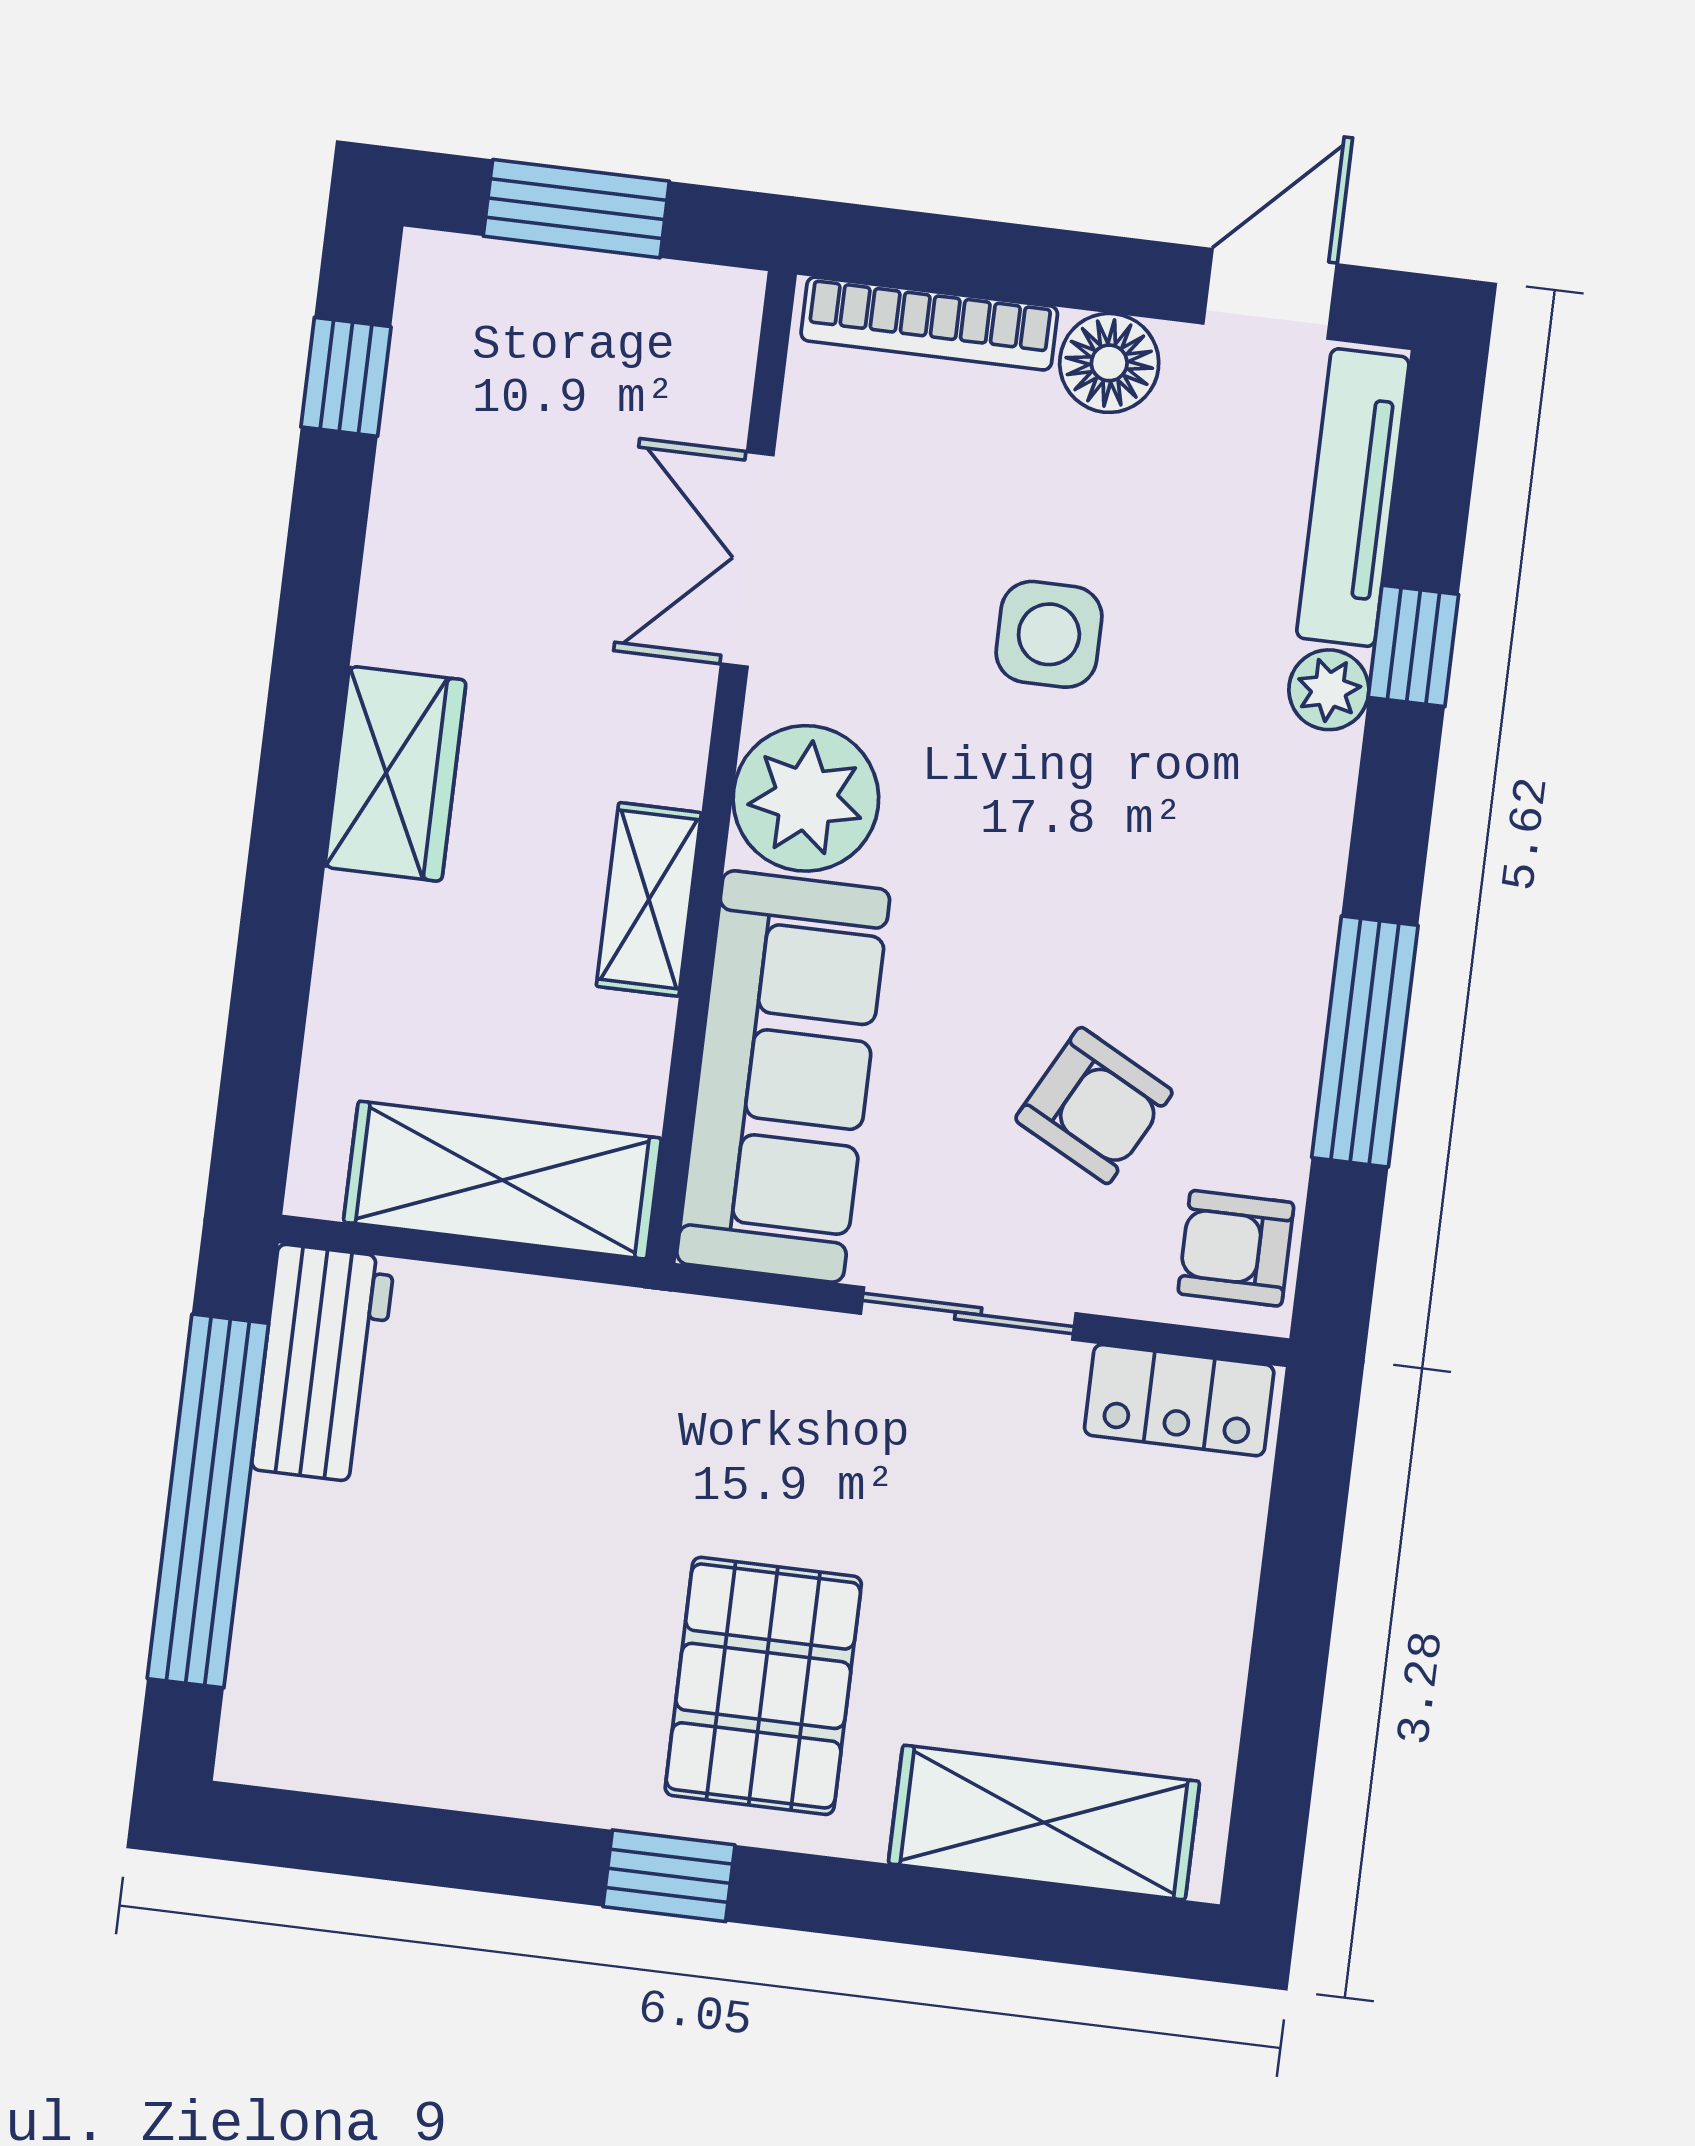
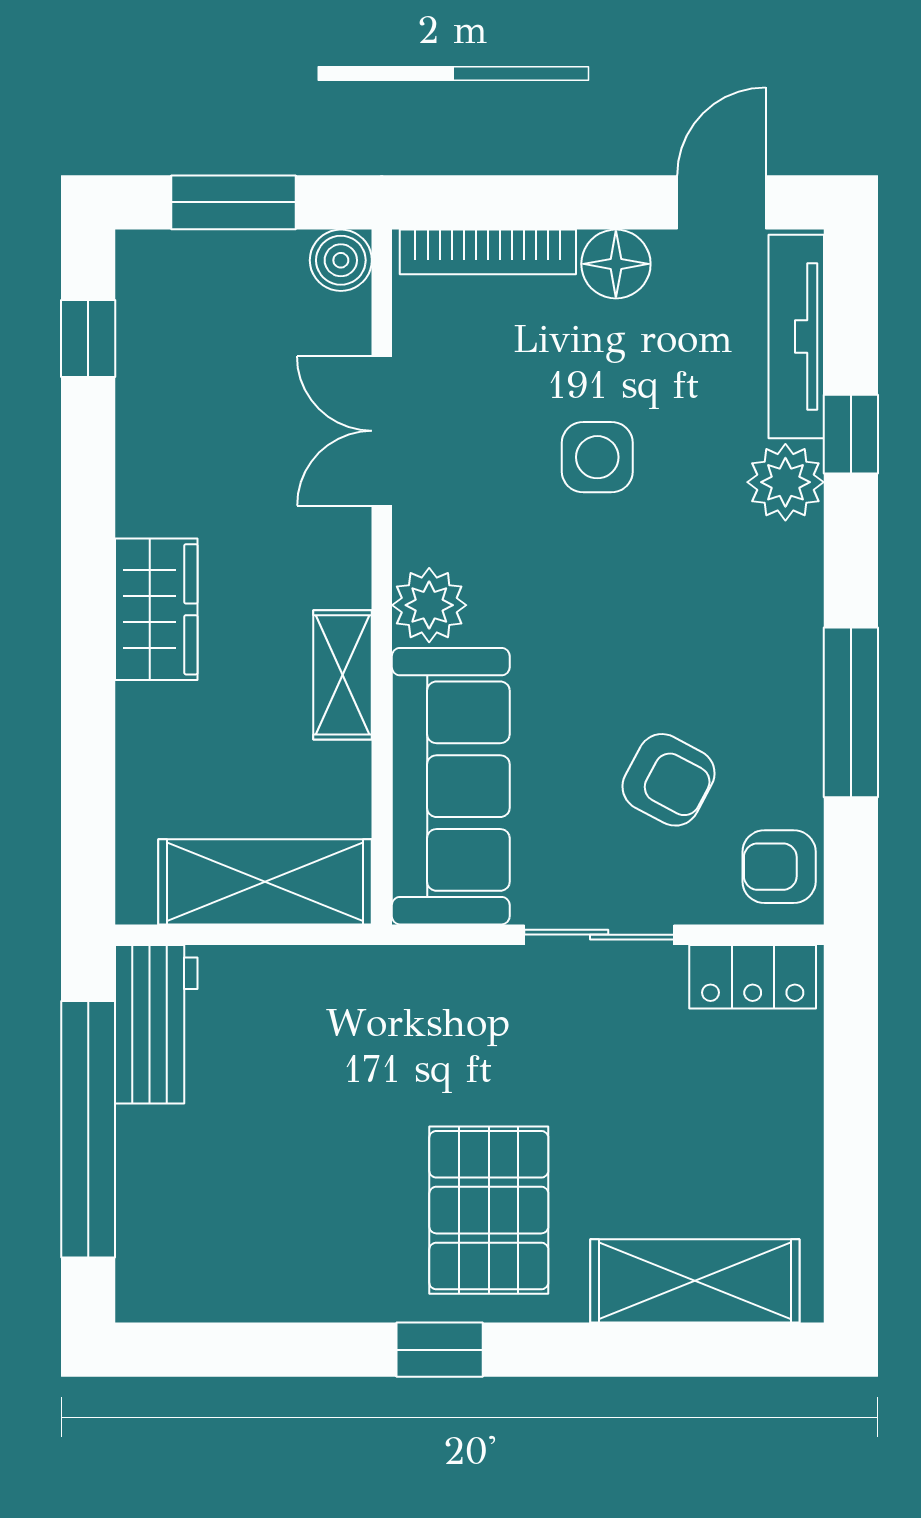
boiler: (719, 310) -> (341, 260), added
plant: (1329, 690) -> (785, 482), width x1.38, depth x1.38
plant: (806, 798) -> (429, 605), width x0.73, depth x0.73

